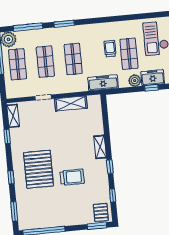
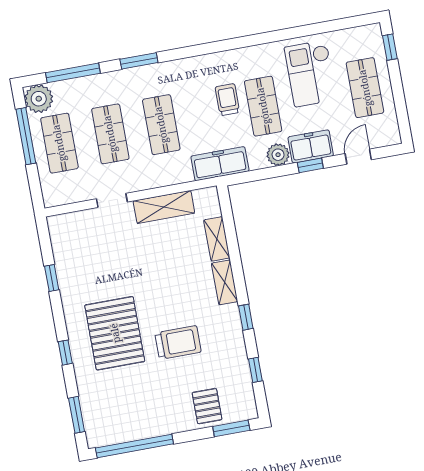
shelving: (13, 116) -> (217, 239), moved
pallet: (101, 213) -> (207, 406), moved

